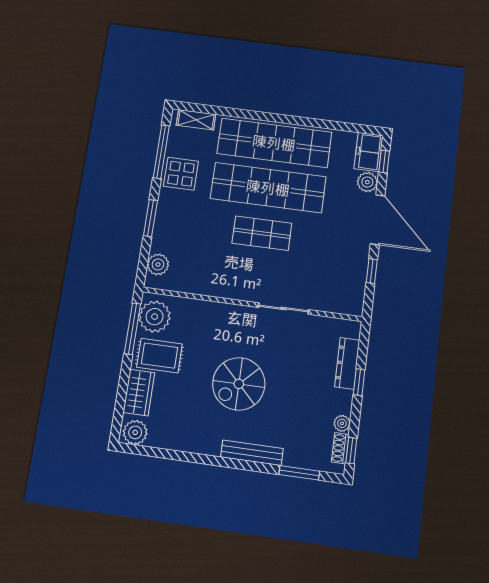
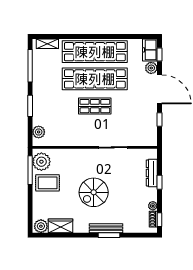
display table: (181, 174) -> (44, 77), removed
wardrobe: (139, 393) -> (61, 226), moved, turned -90
window: (299, 473) -> (109, 235), moved

